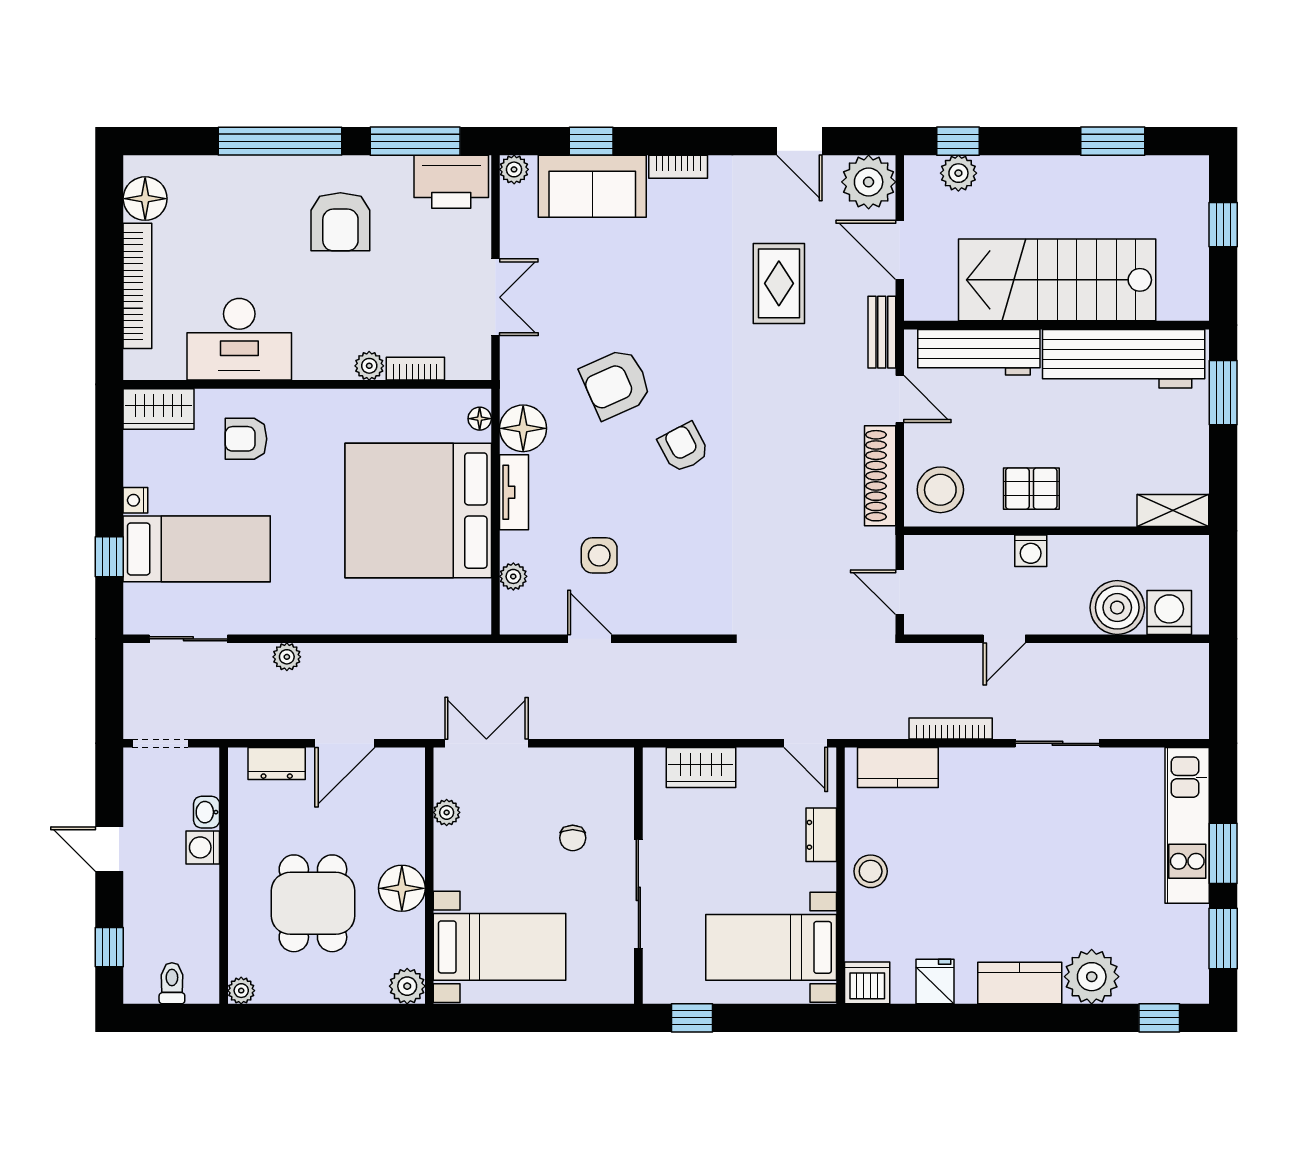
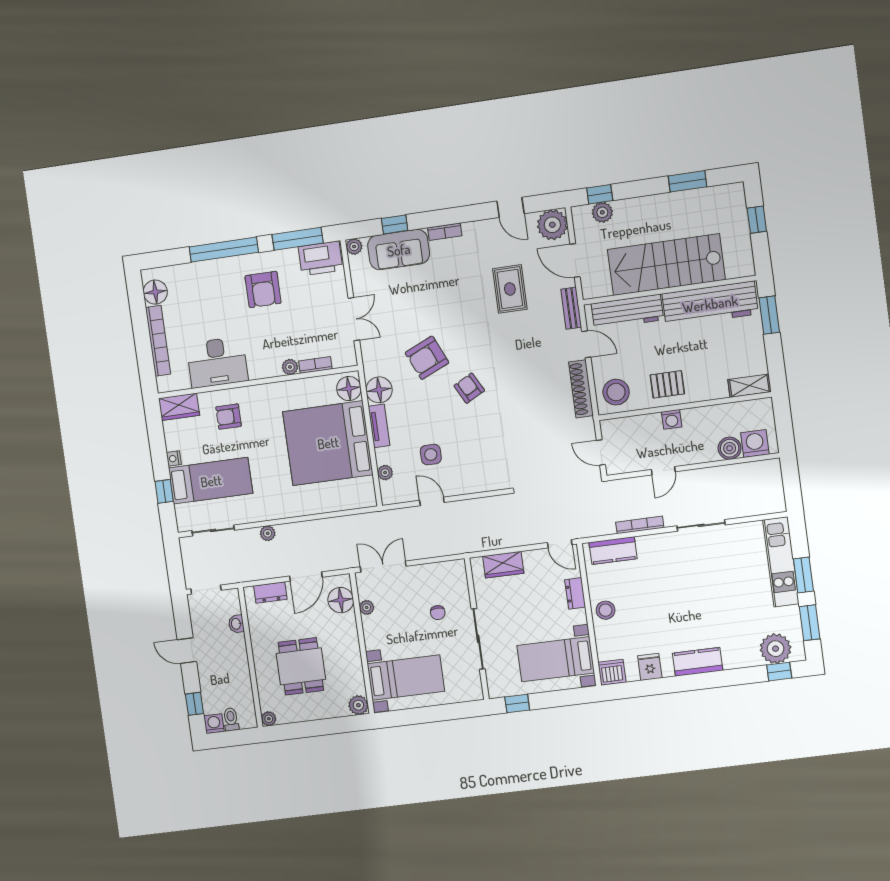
floor lamp: (480, 419) -> (349, 389), width x1.89, depth x1.89
boiler: (1117, 608) -> (730, 448), width x0.73, depth x0.73
washing machine: (203, 847) -> (214, 724), moved, turned 90
floor lamp: (402, 888) -> (341, 600), moved
plant: (1092, 977) -> (776, 649), moved

